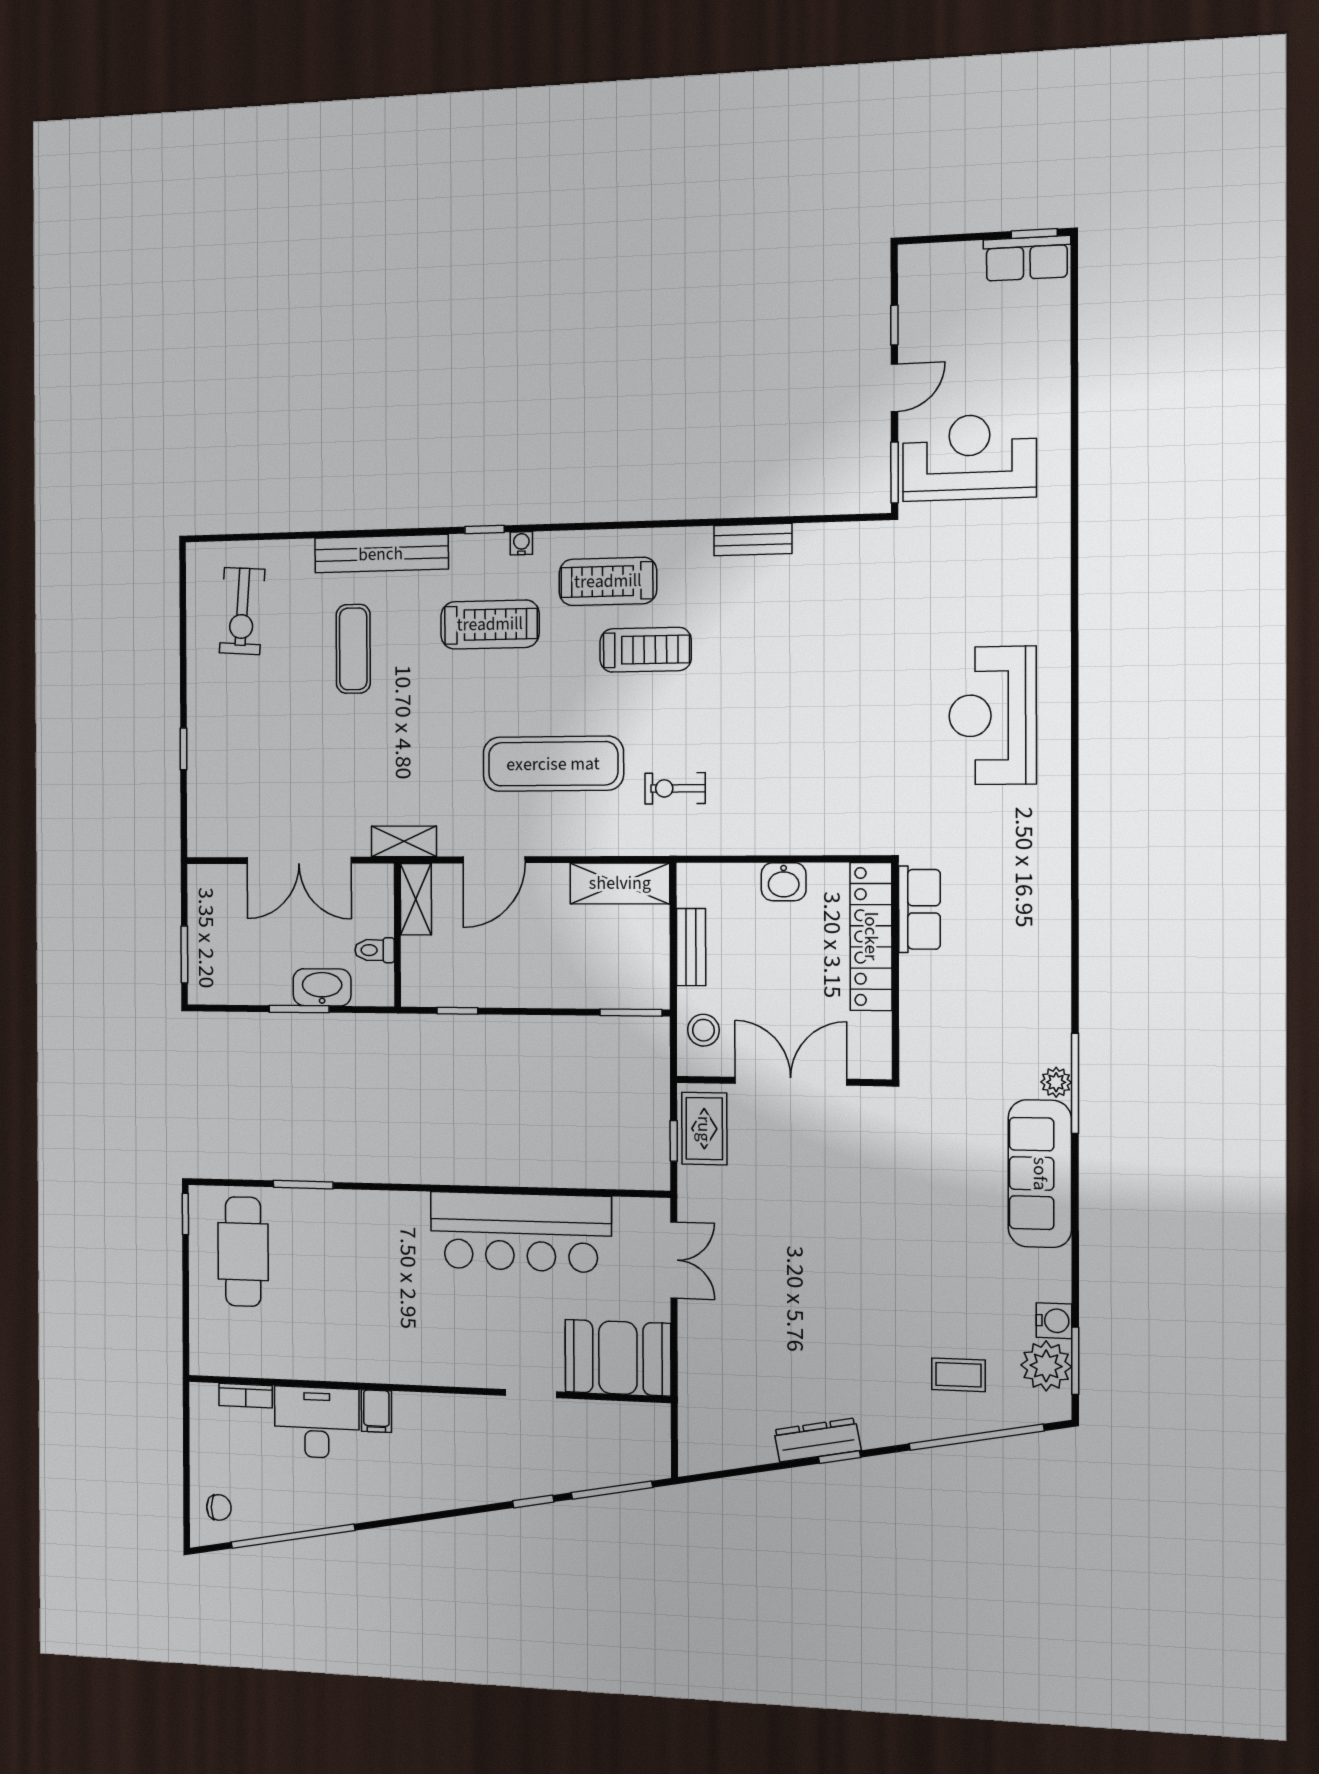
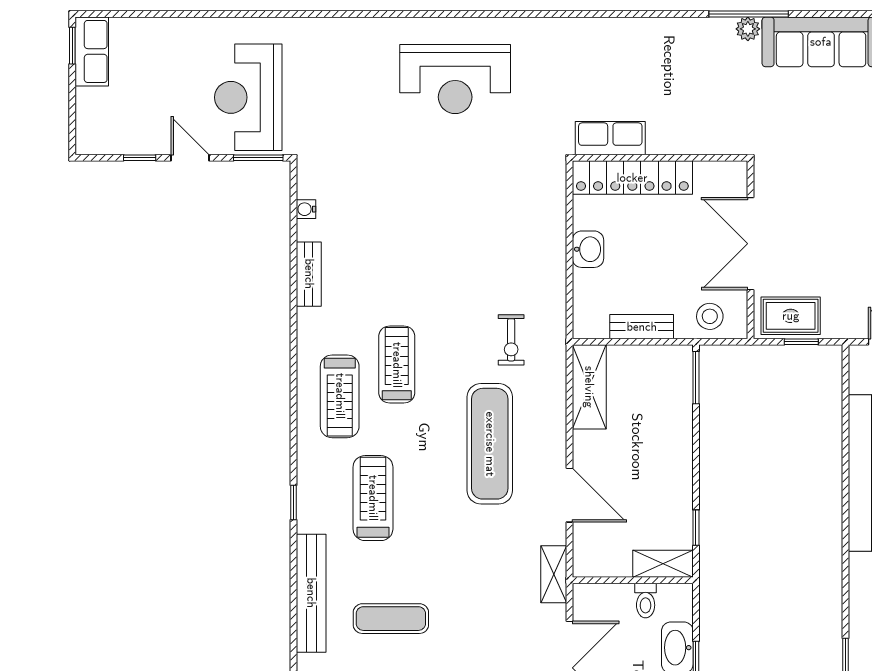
water cooler: (521, 543) -> (306, 209), moved
shelving: (416, 899) -> (663, 564), moved

